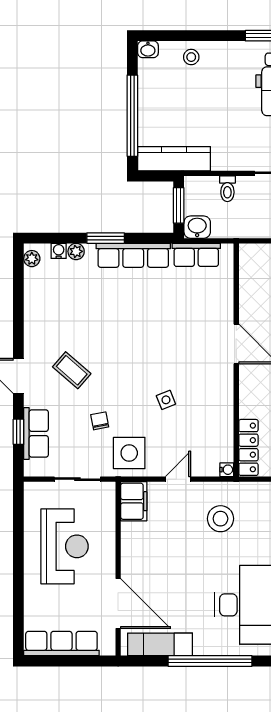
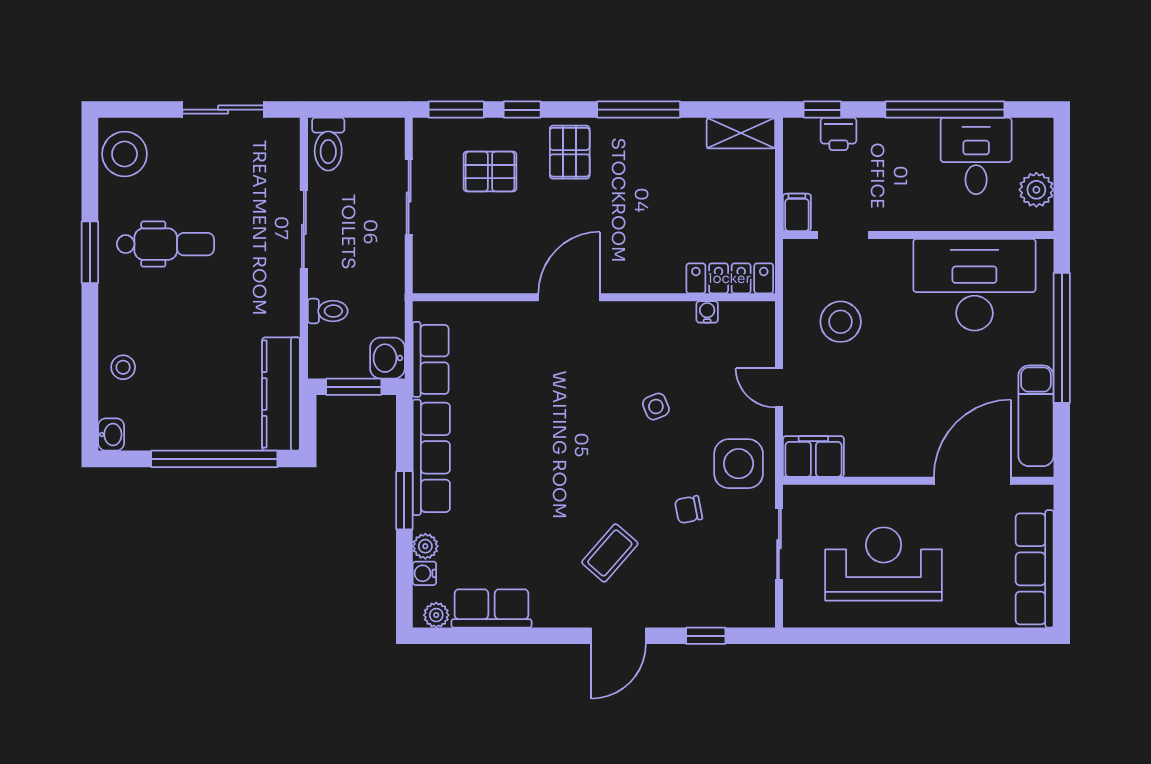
row of seats: (36, 433) -> (491, 608), moved
water cooler: (227, 470) -> (707, 312), moved

